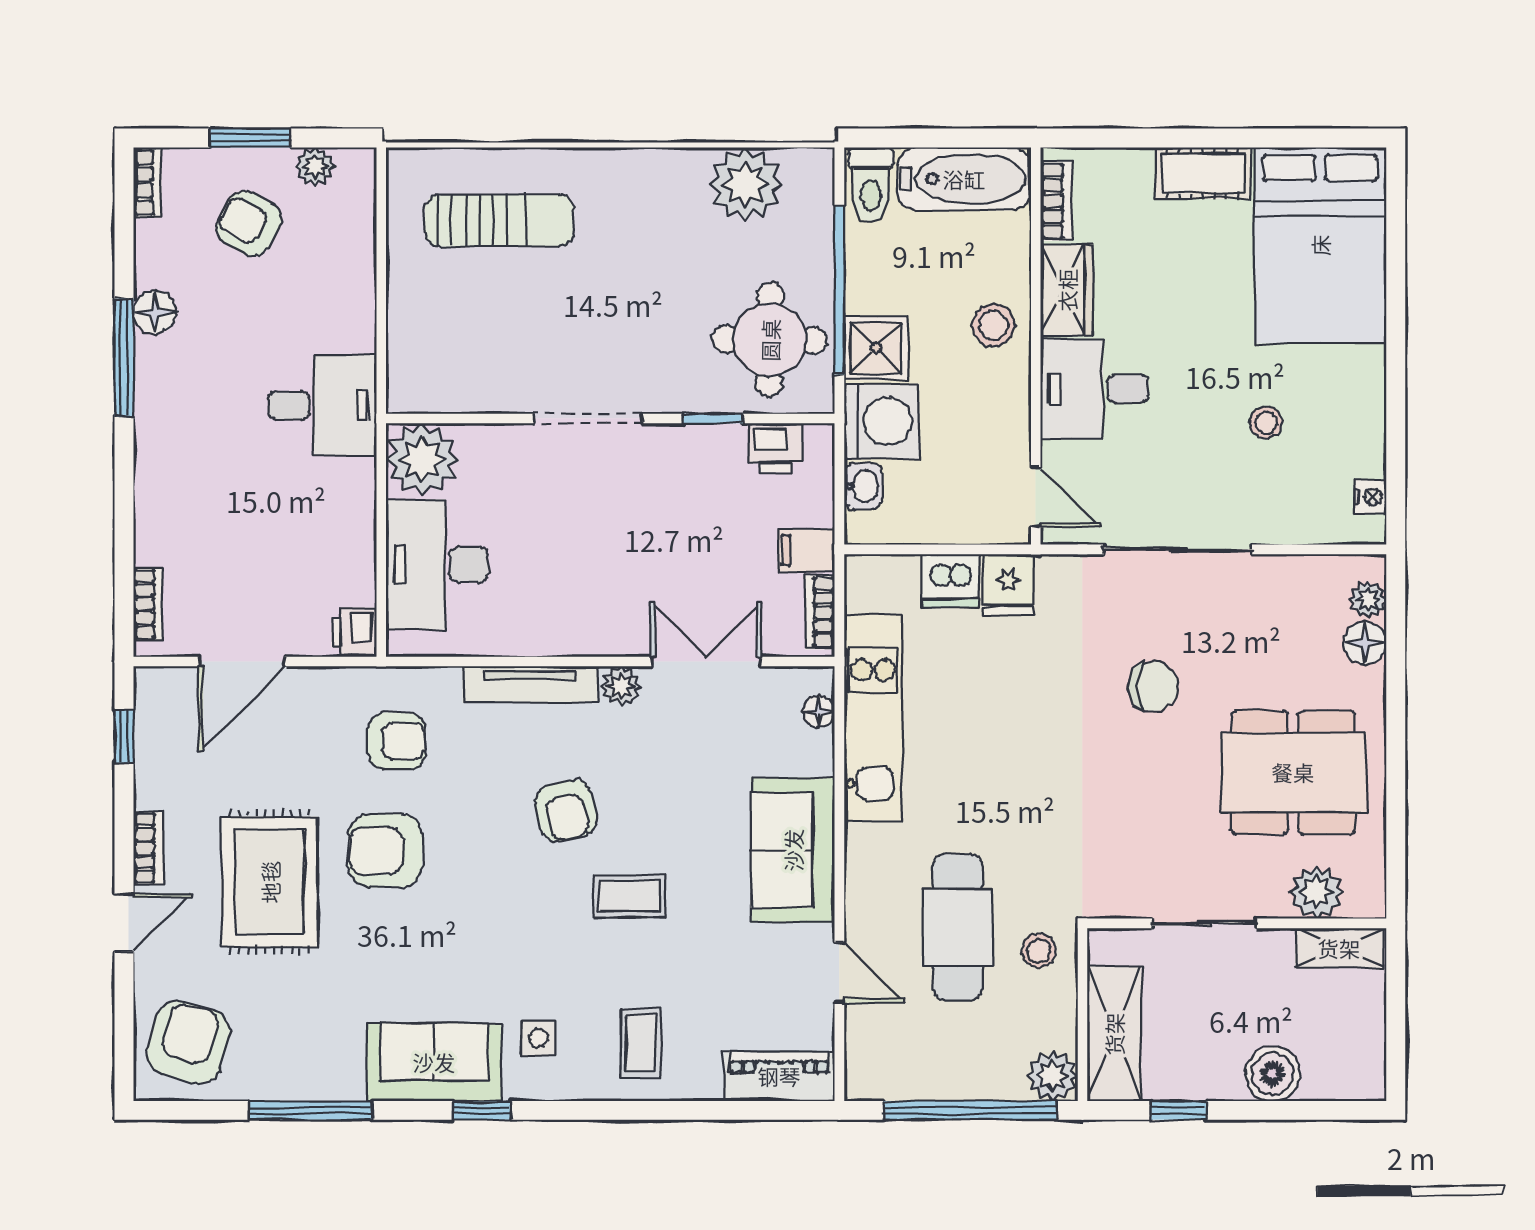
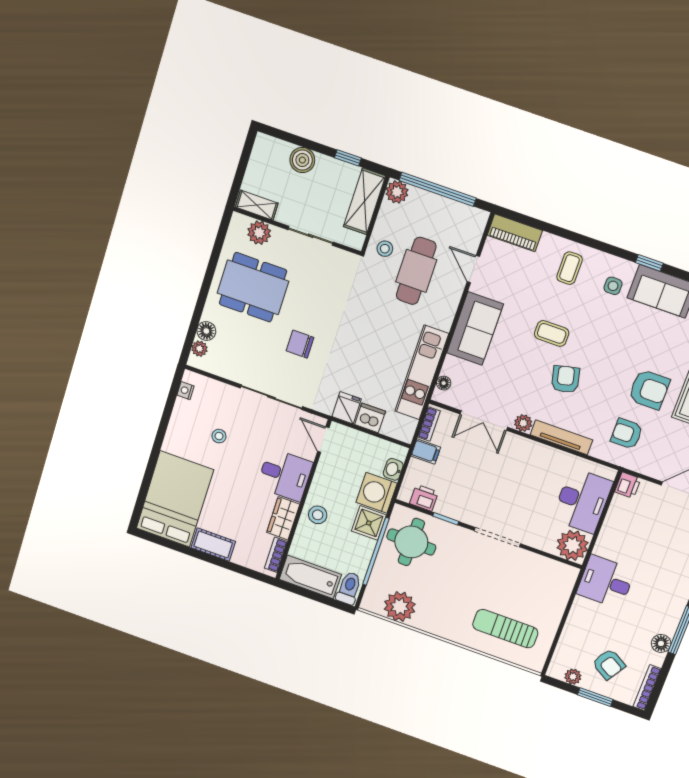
bookcase: (147, 182) -> (647, 688), width x1.56

